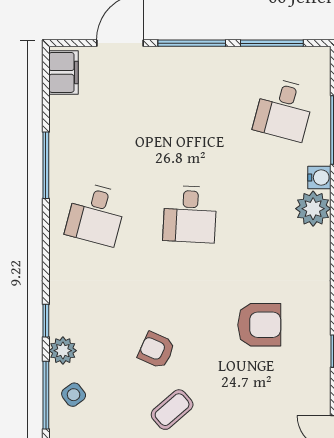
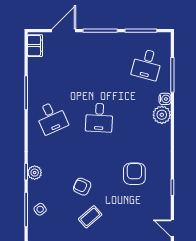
desk: (96, 214) -> (51, 118), turned -39
armchair: (259, 325) -> (134, 174), turned -90
plant: (63, 351) -> (35, 173), moved

